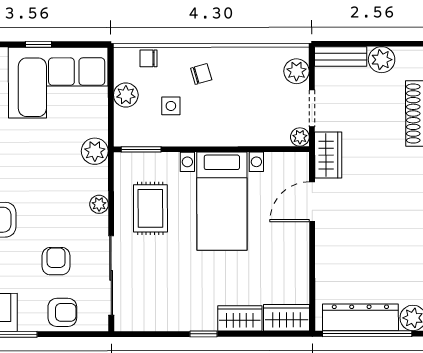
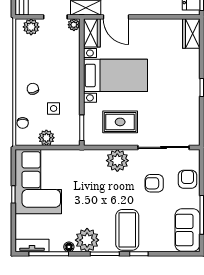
plant: (95, 151) -> (83, 158), removed
plant: (99, 204) -> (117, 161), width x1.88, depth x1.88
wardrobe: (240, 318) -> (92, 33), moved, turned 180

